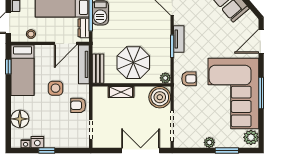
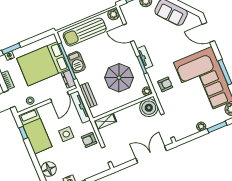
door: (261, 41) -> (208, 33), hinge flipped
parasol: (133, 63) -> (119, 78), moved
bench: (98, 69) -> (88, 95), moved
shelving: (121, 92) -> (105, 121), moved

